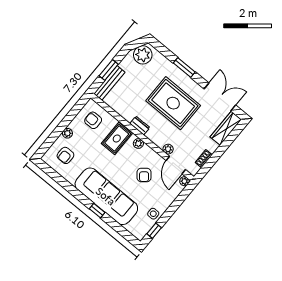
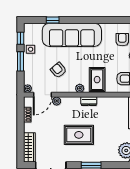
rug: (173, 103) -> (79, 135), width x0.73, depth x0.69
door: (176, 165) -> (43, 95), swing flipped
window: (171, 210) -> (20, 61), added
window: (97, 211) -> (53, 20), moved

